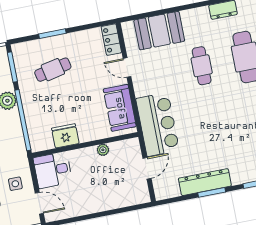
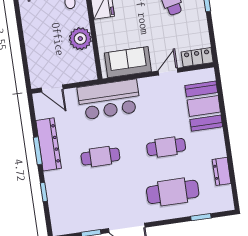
cafe table: (214, 130) -> (100, 157), added
plant: (103, 150) -> (80, 39), width x1.88, depth x1.88
door: (147, 168) -> (52, 88), moved

